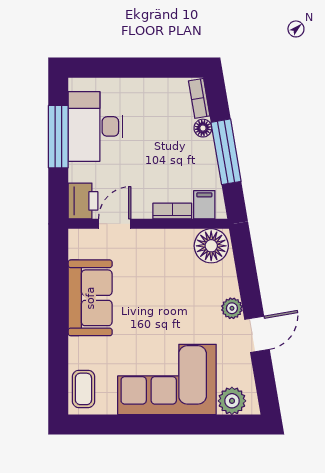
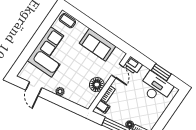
window: (58, 137) -> (161, 72), width x0.69
floor lamp: (211, 246) -> (97, 85), moved
door: (257, 334) -> (34, 89), moved
plant: (232, 401) -> (28, 69), removed

